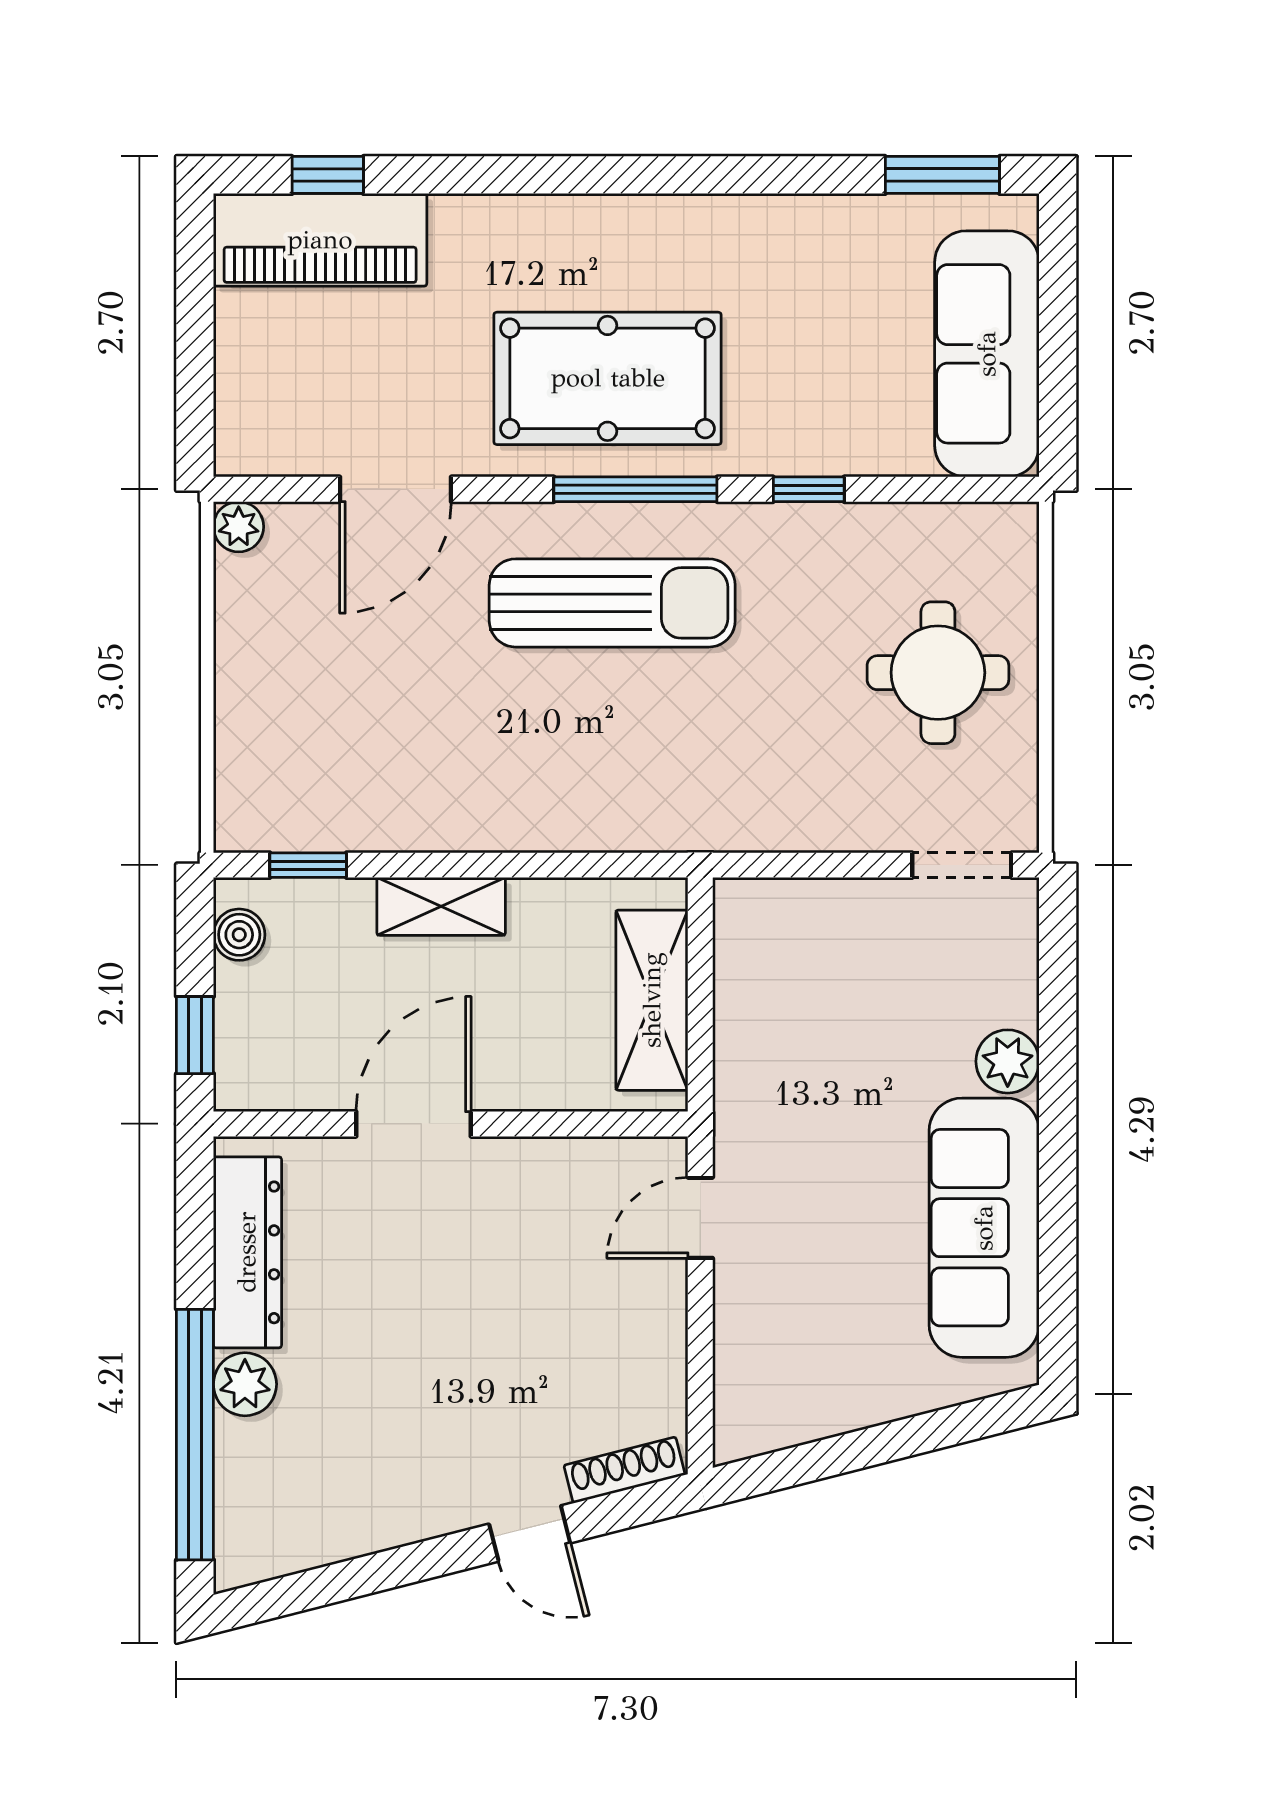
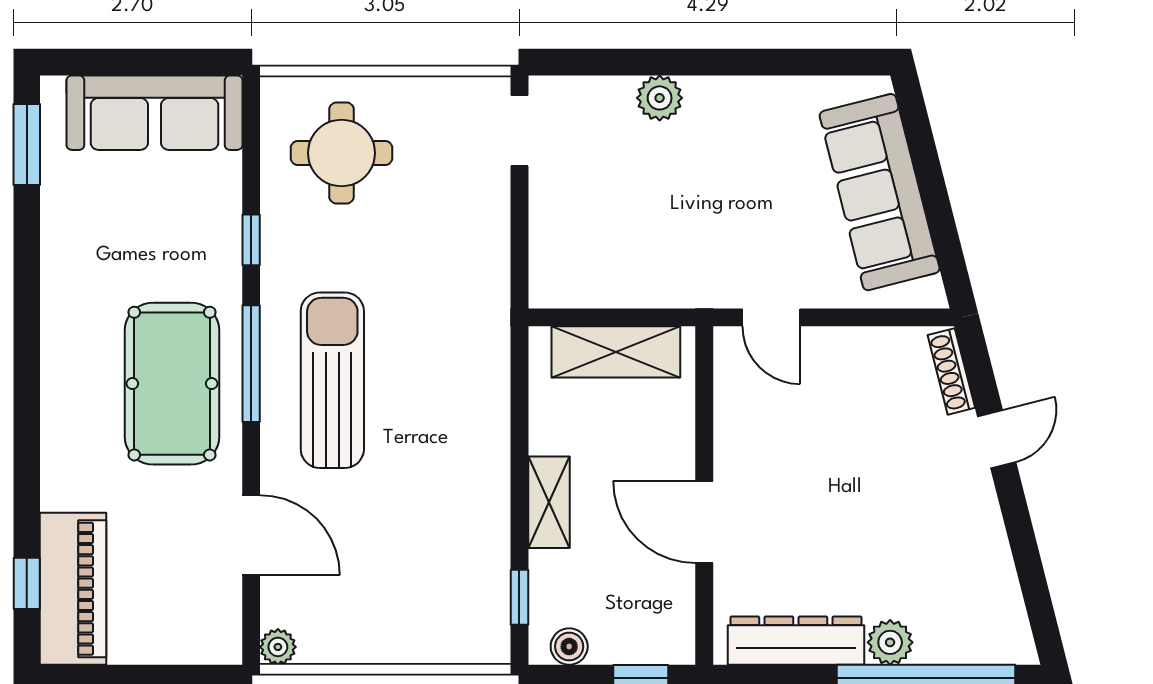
round table: (938, 673) -> (342, 153), moved
sofa: (984, 1228) -> (880, 192), moved, turned 76

